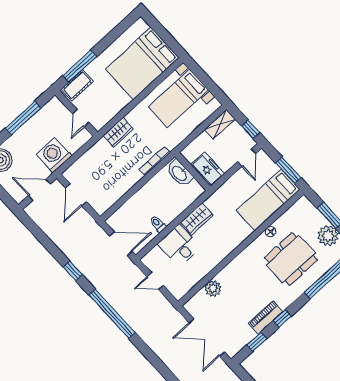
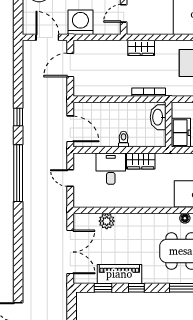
toilet: (158, 224) -> (124, 139), moved
piano: (266, 317) -> (119, 274), width x1.37, depth x1.33
double door: (207, 337) -> (70, 252), swing flipped

